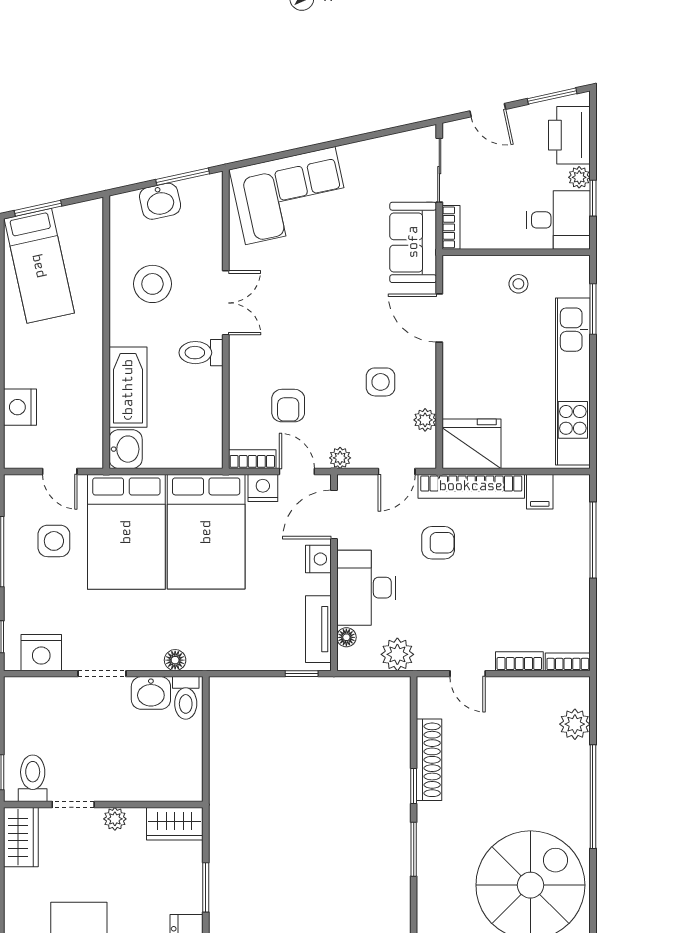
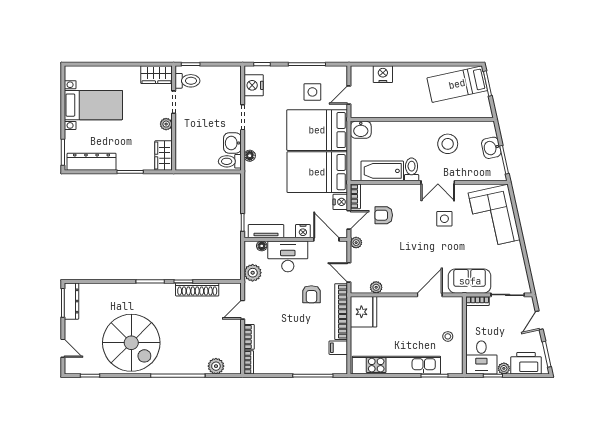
side table: (381, 382) -> (444, 219), moved
bathtub: (128, 387) -> (382, 171), moved, turned 180

